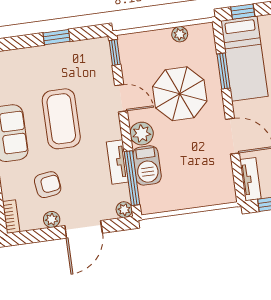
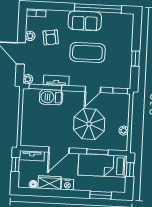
plant: (142, 134) -> (70, 98), removed

